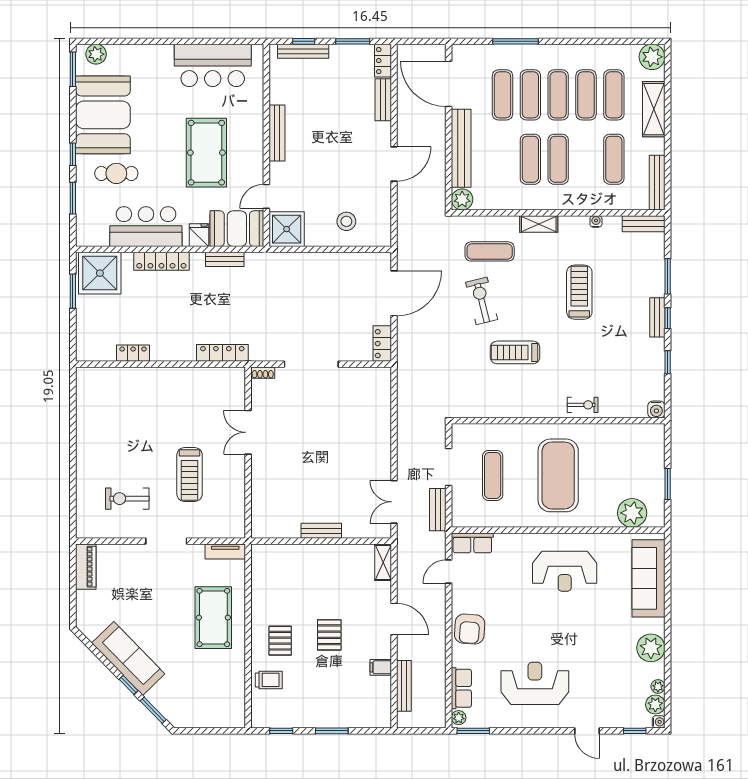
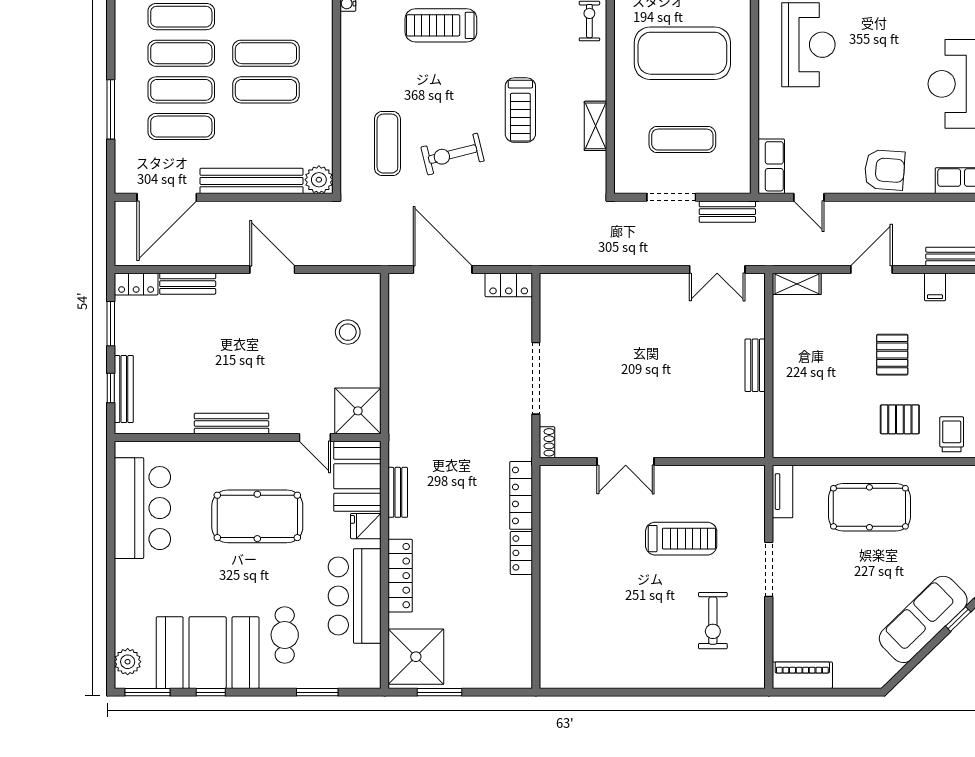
window: (73, 154) -> (211, 692), moved
shelving: (539, 224) -> (596, 126), moved
locker: (133, 353) -> (521, 553), moved
pallet: (329, 635) -> (892, 355), turned 90

